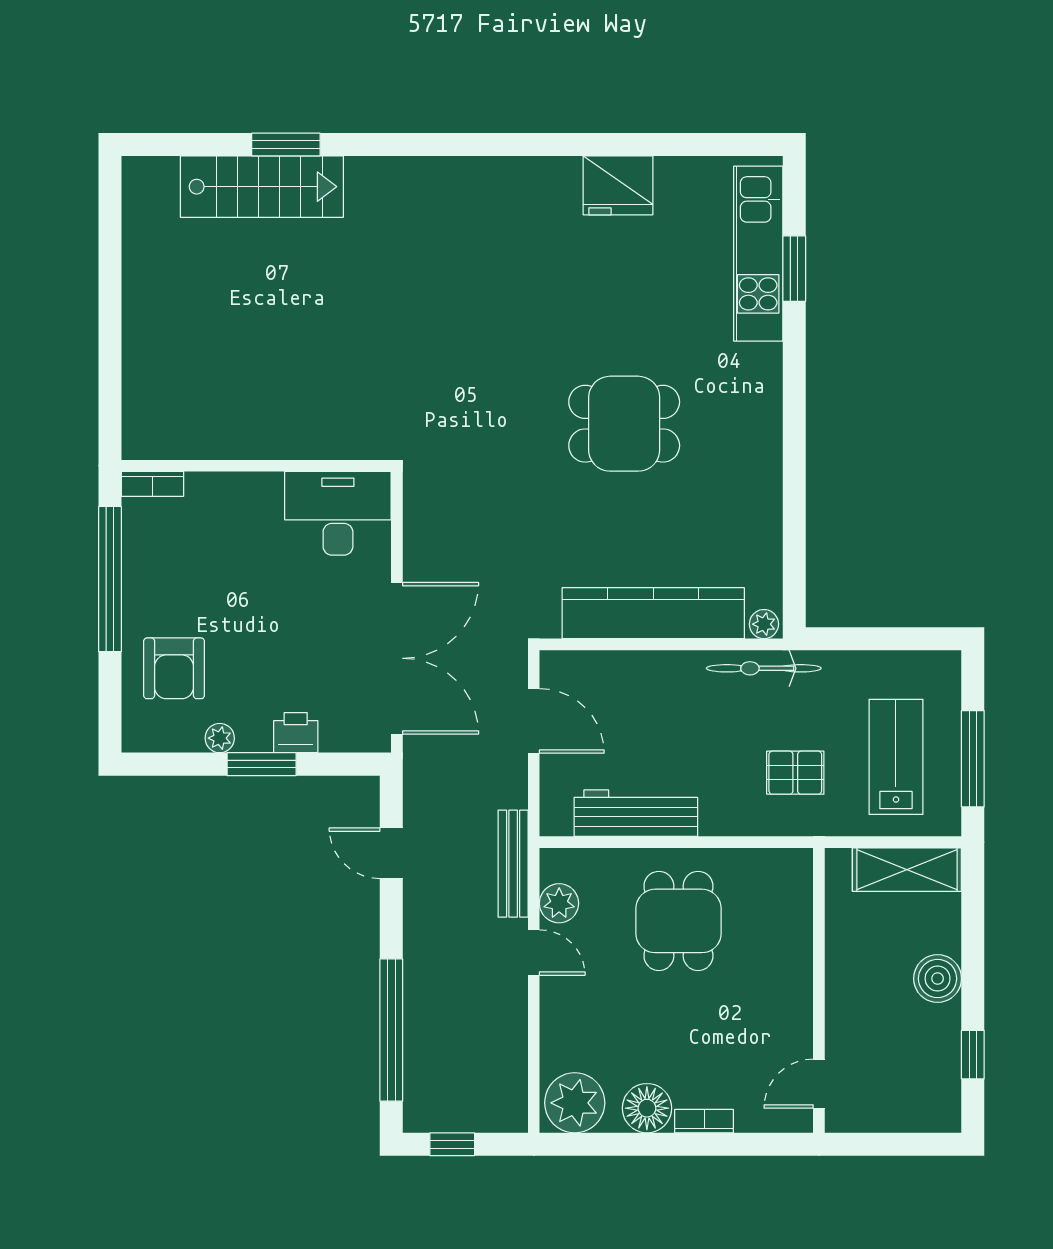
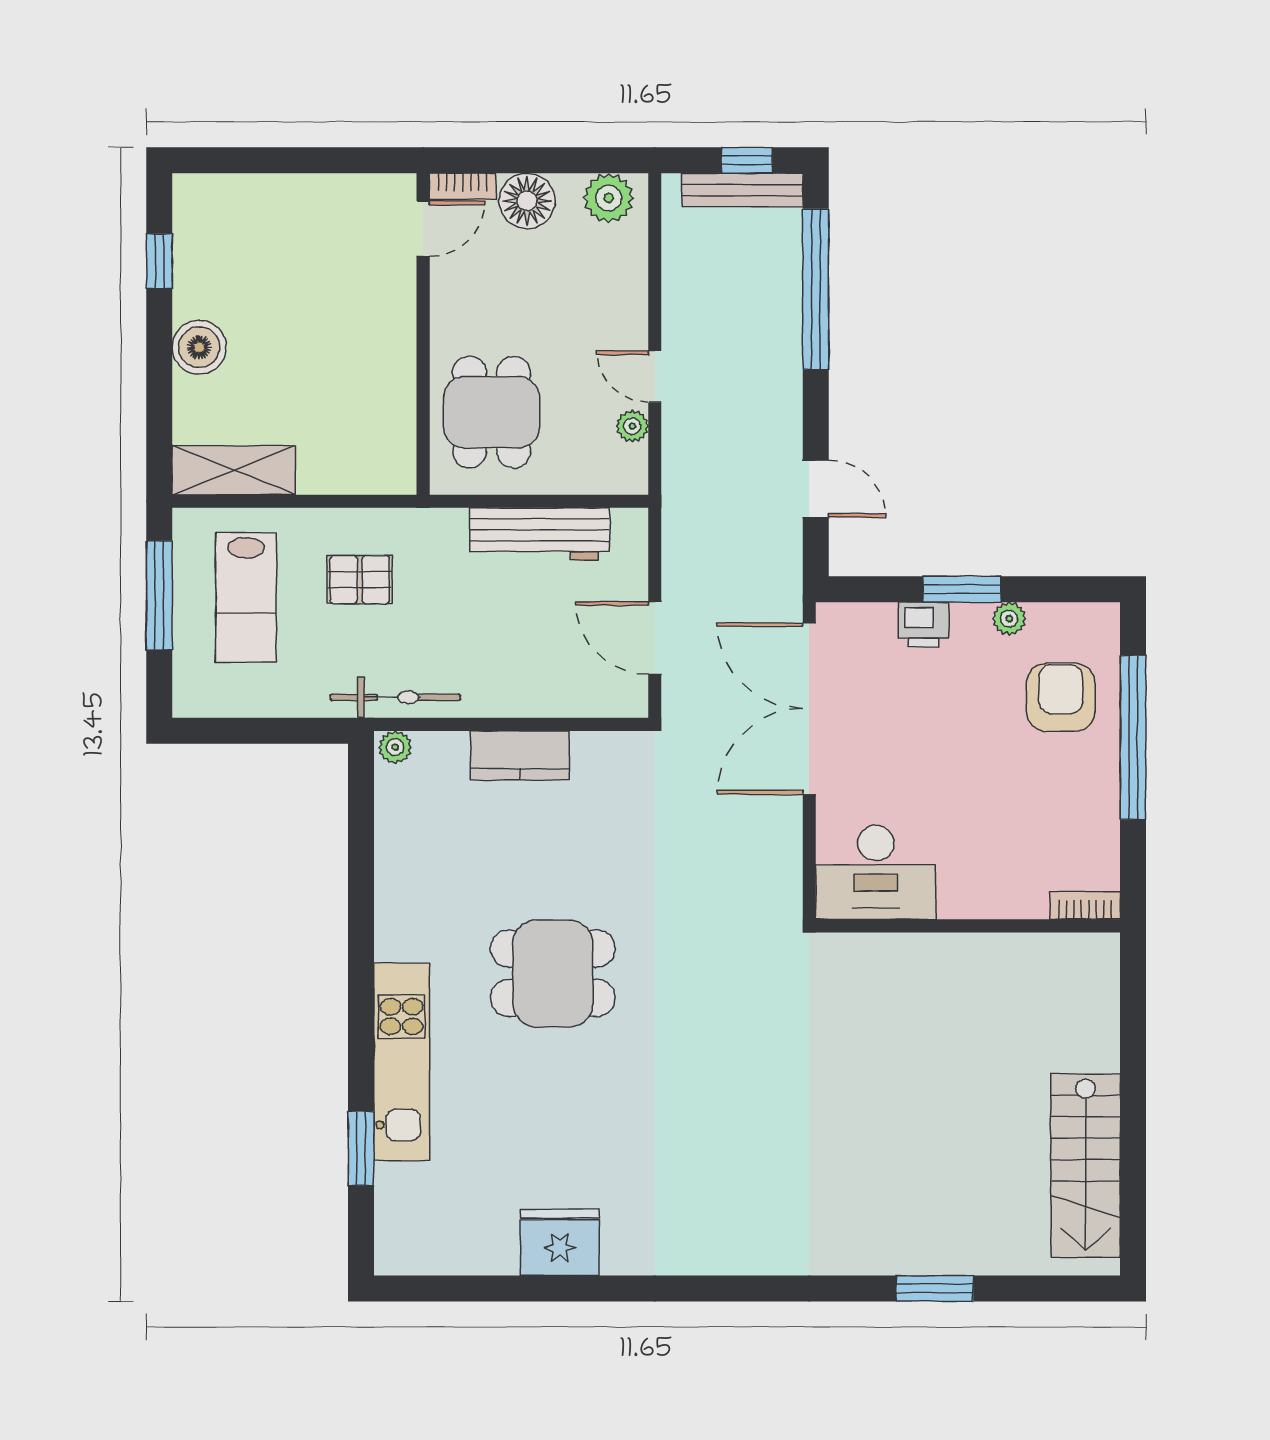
stairs: (262, 187) -> (1086, 1166), moved, turned -90
kitchen unit: (758, 254) -> (402, 1062), moved
window: (110, 579) -> (1133, 737), moved
kitchen counter: (653, 613) -> (520, 755), width x0.48, depth x0.86
bench: (513, 864) -> (742, 190), moved, turned 90
plant: (559, 903) -> (632, 426), width x0.73, depth x0.73
wall: (819, 990) -> (423, 334), moved
door: (819, 1084) -> (423, 229), moved
plant: (575, 1103) -> (609, 198), width x0.73, depth x0.73

